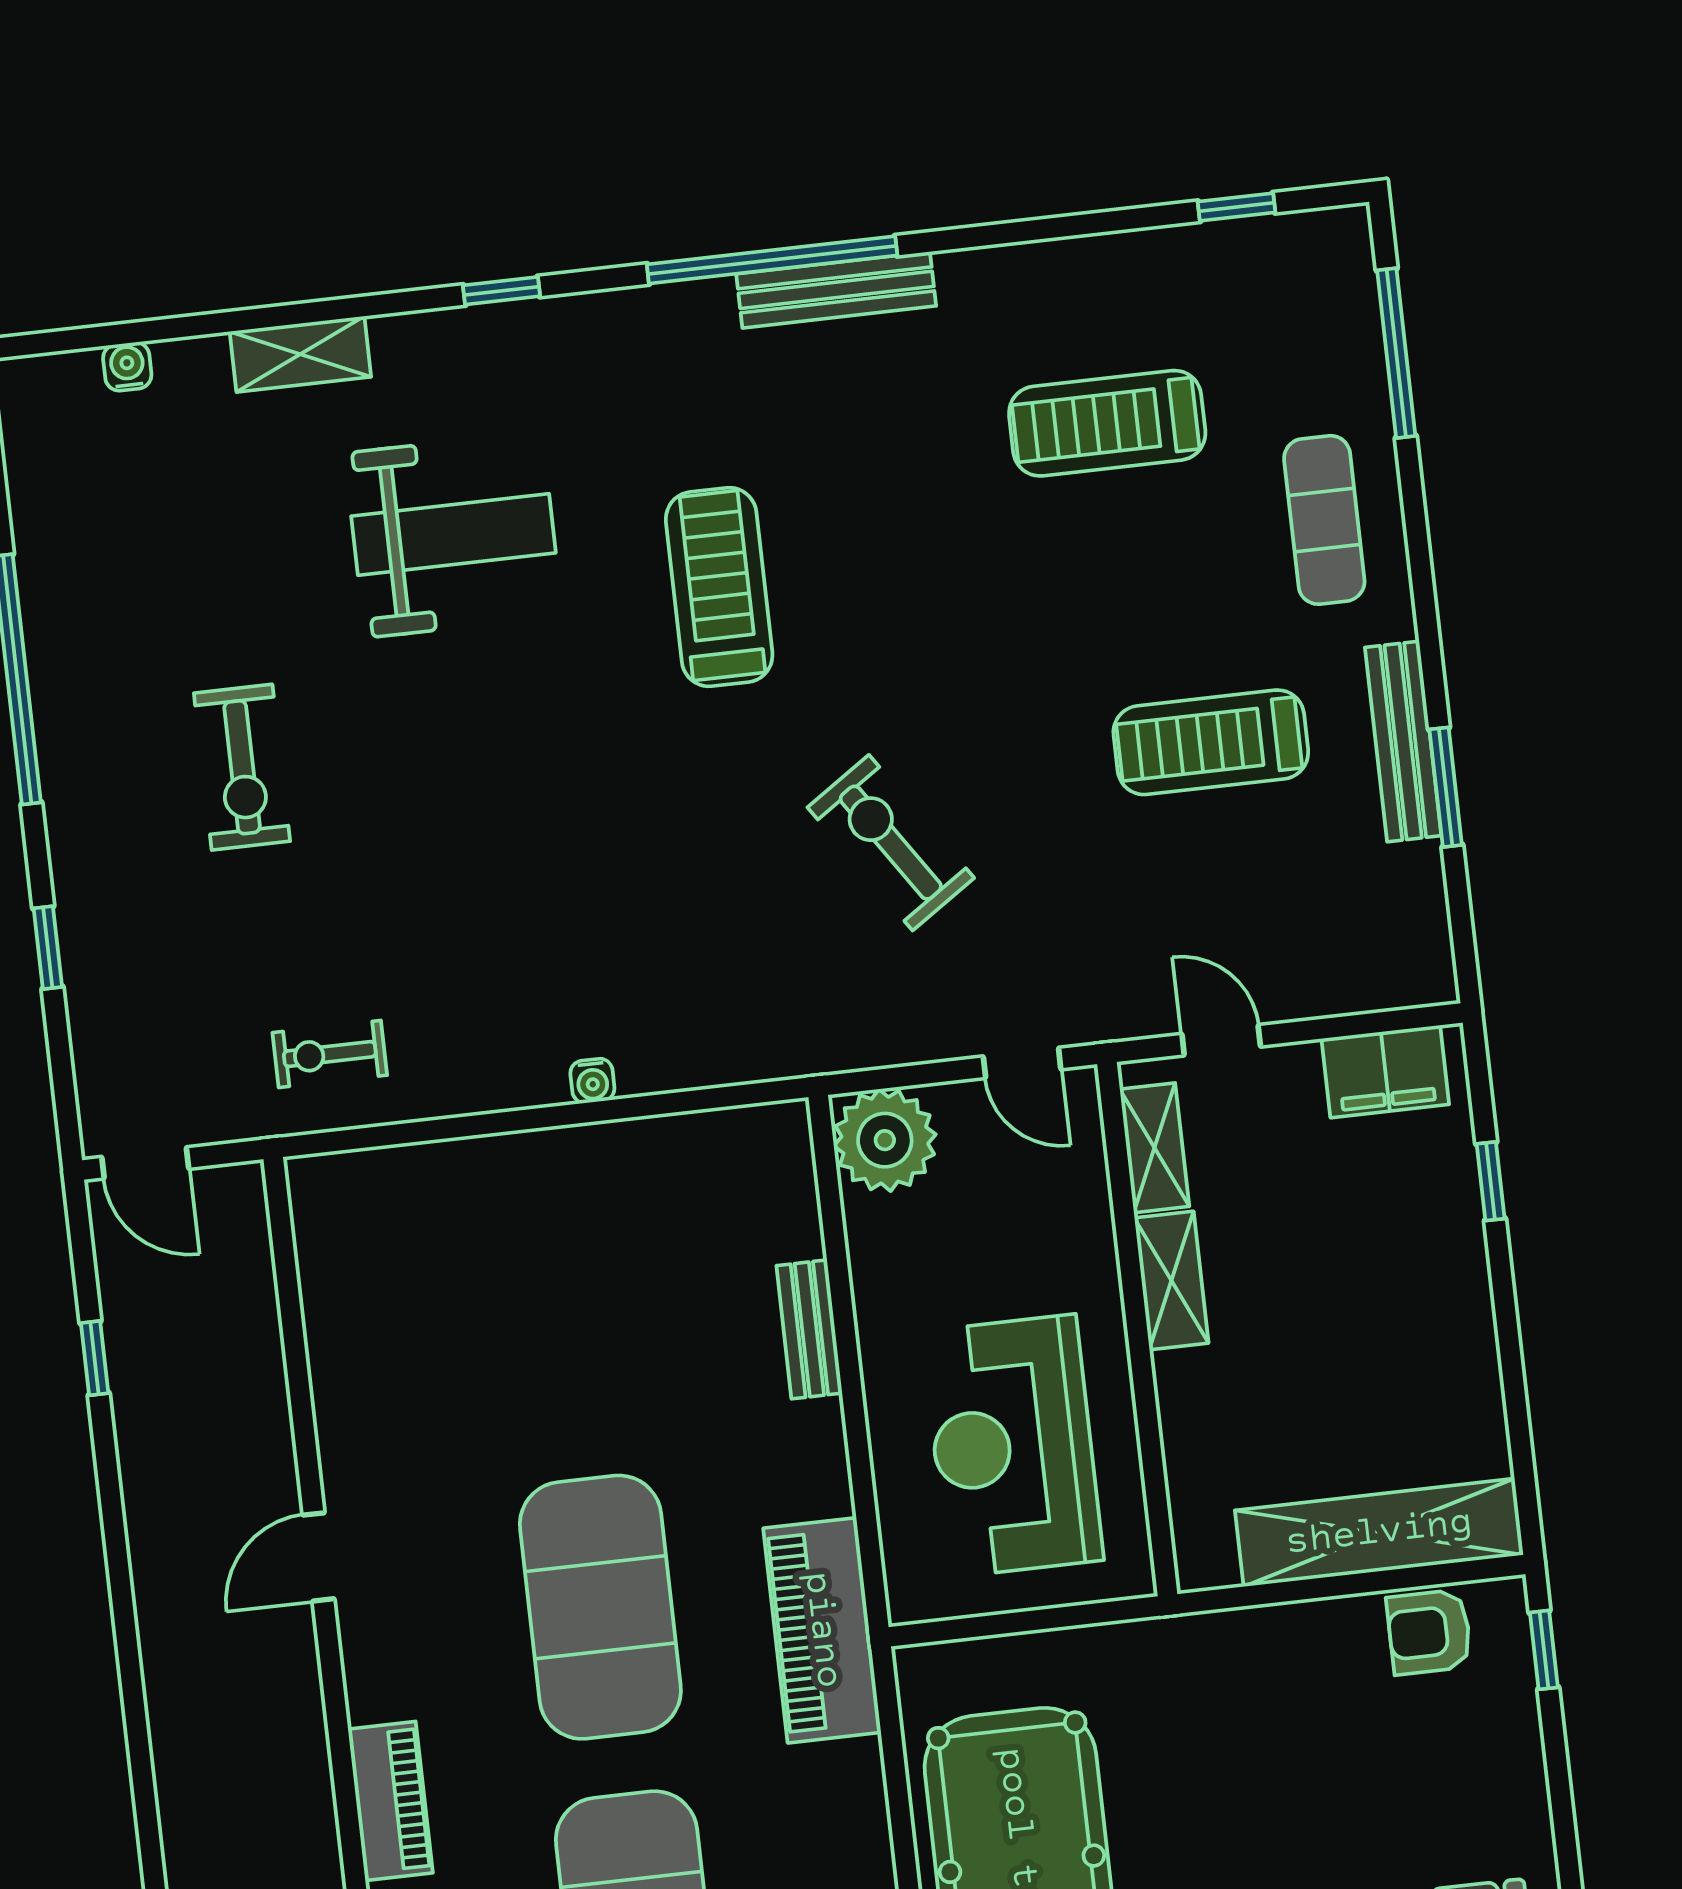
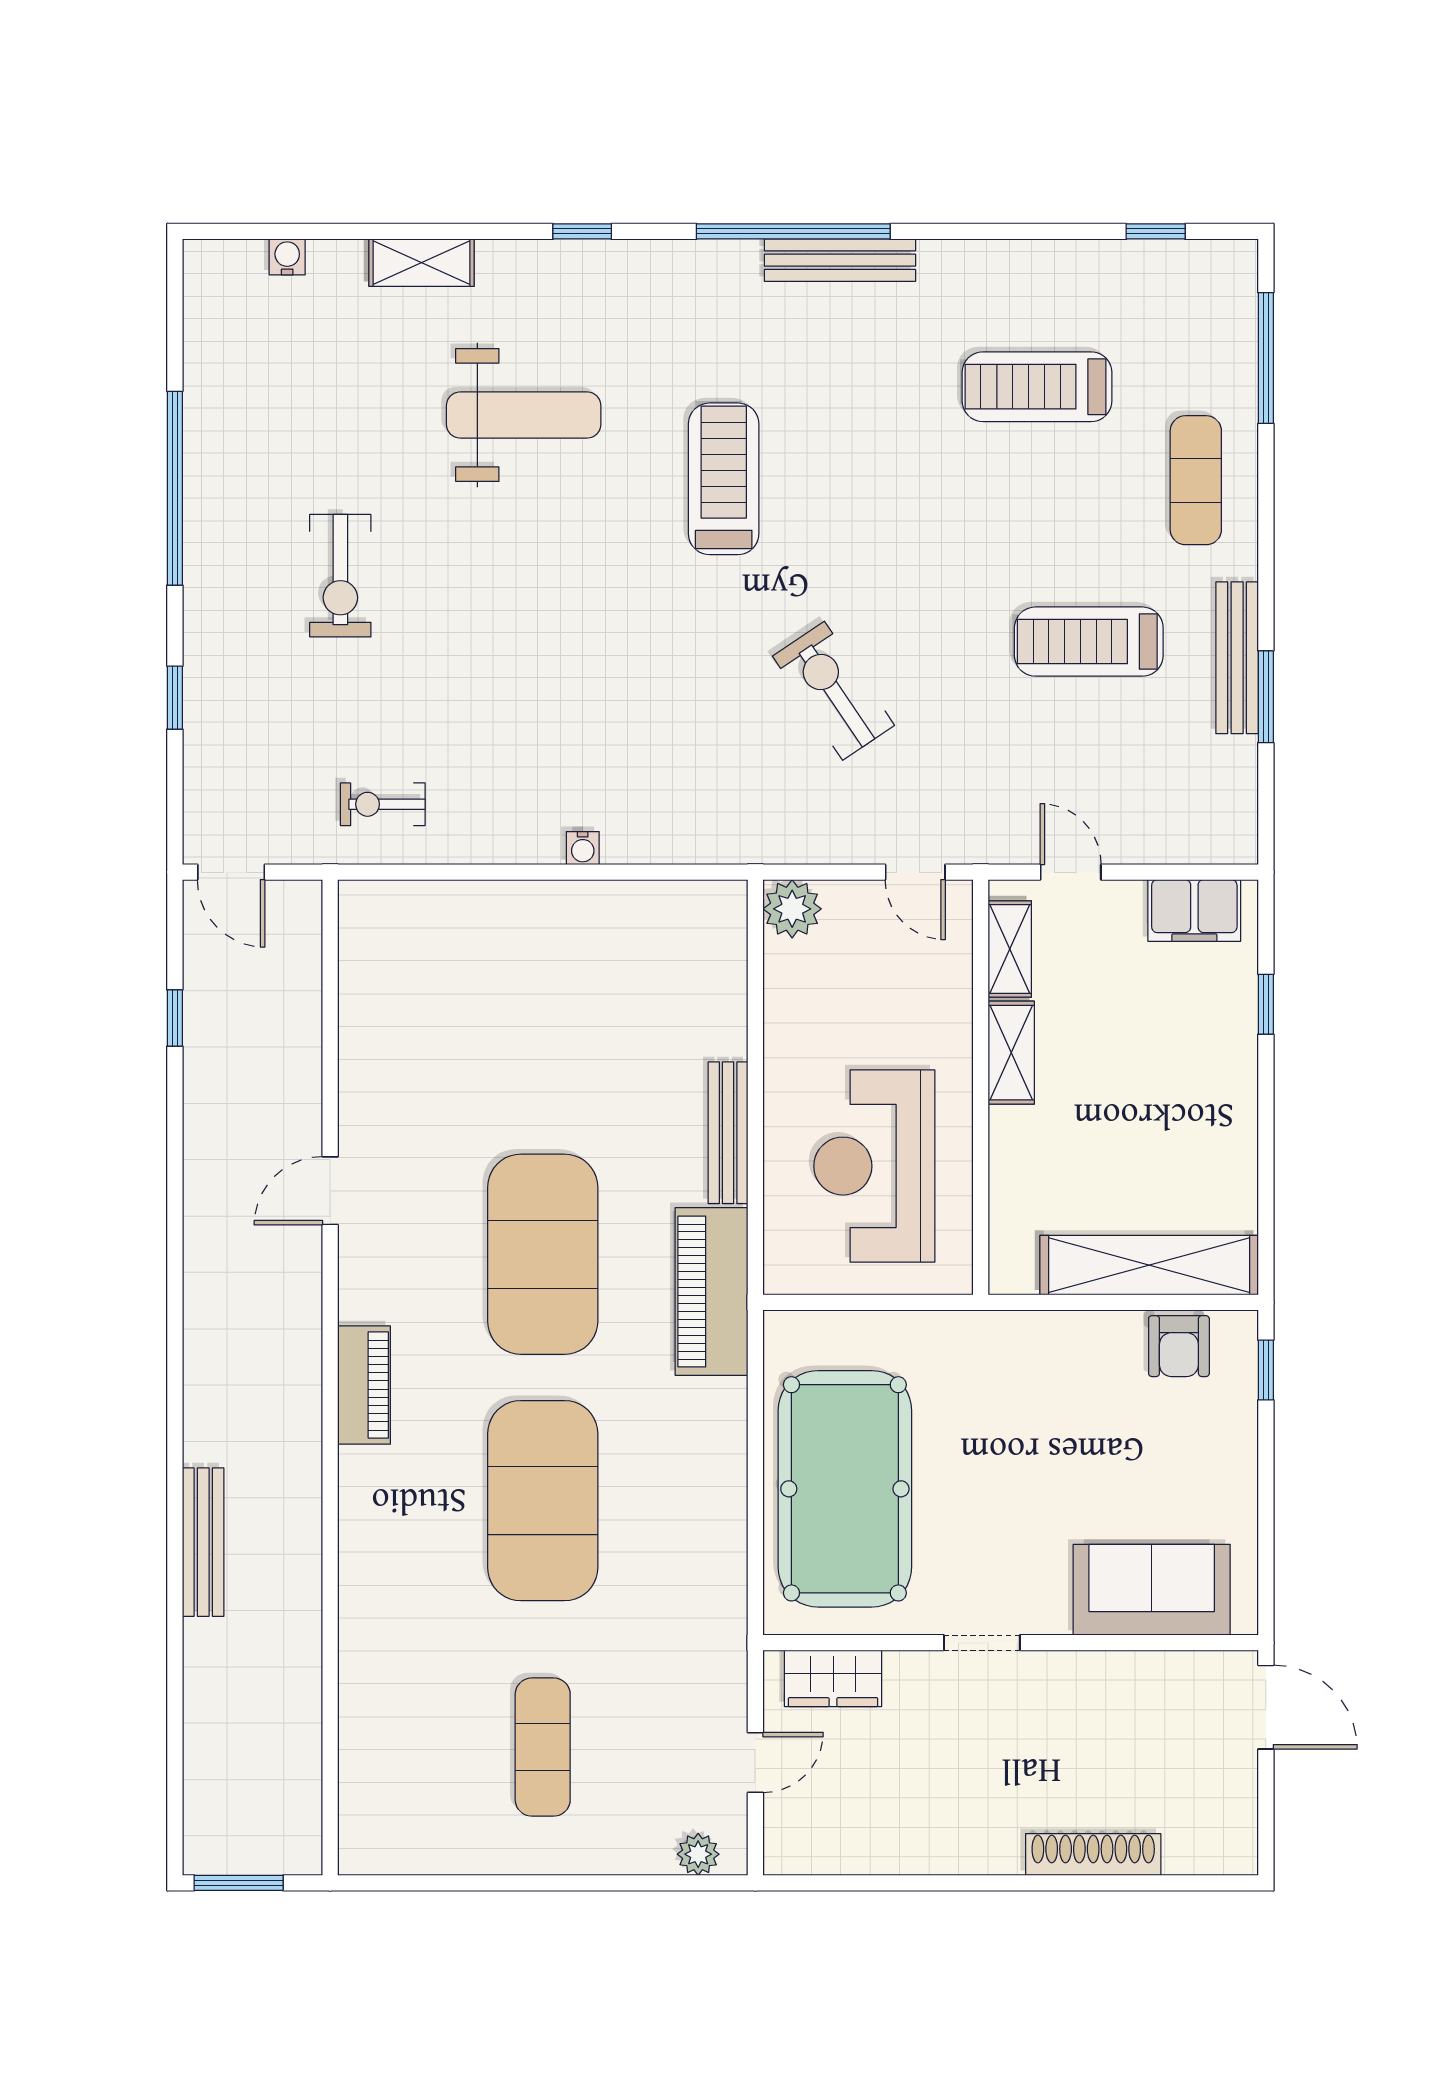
plant: (885, 1140) -> (792, 909), width x0.73, depth x0.73
bench: (809, 1329) -> (728, 1133), moved, width x1.36
armchair: (1429, 1632) -> (1179, 1346), turned -90

